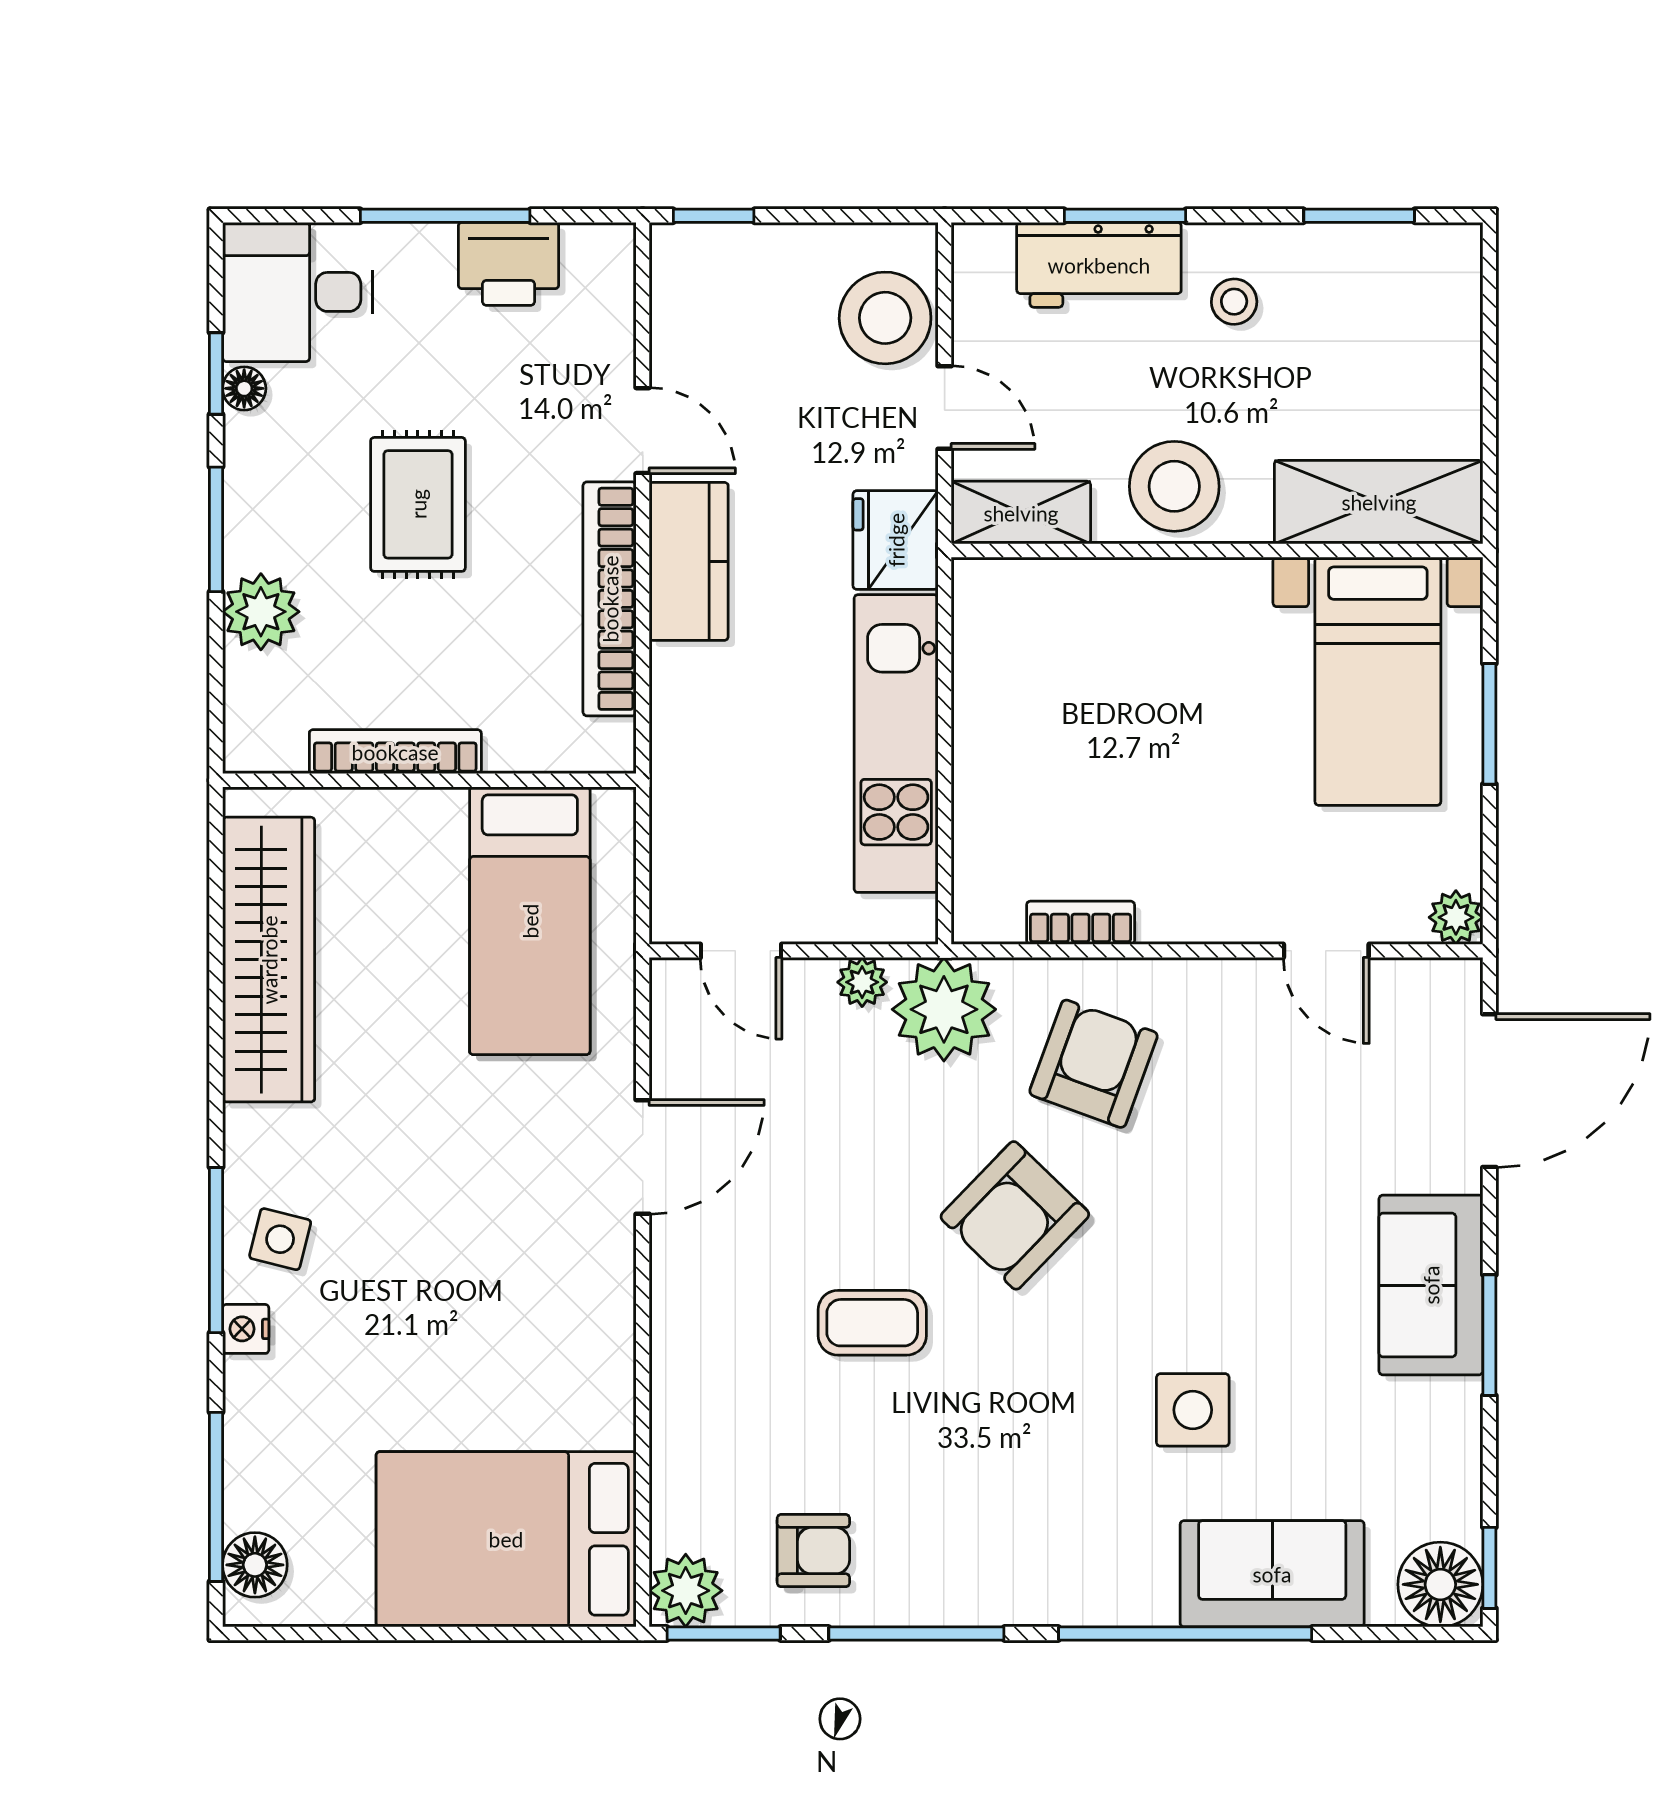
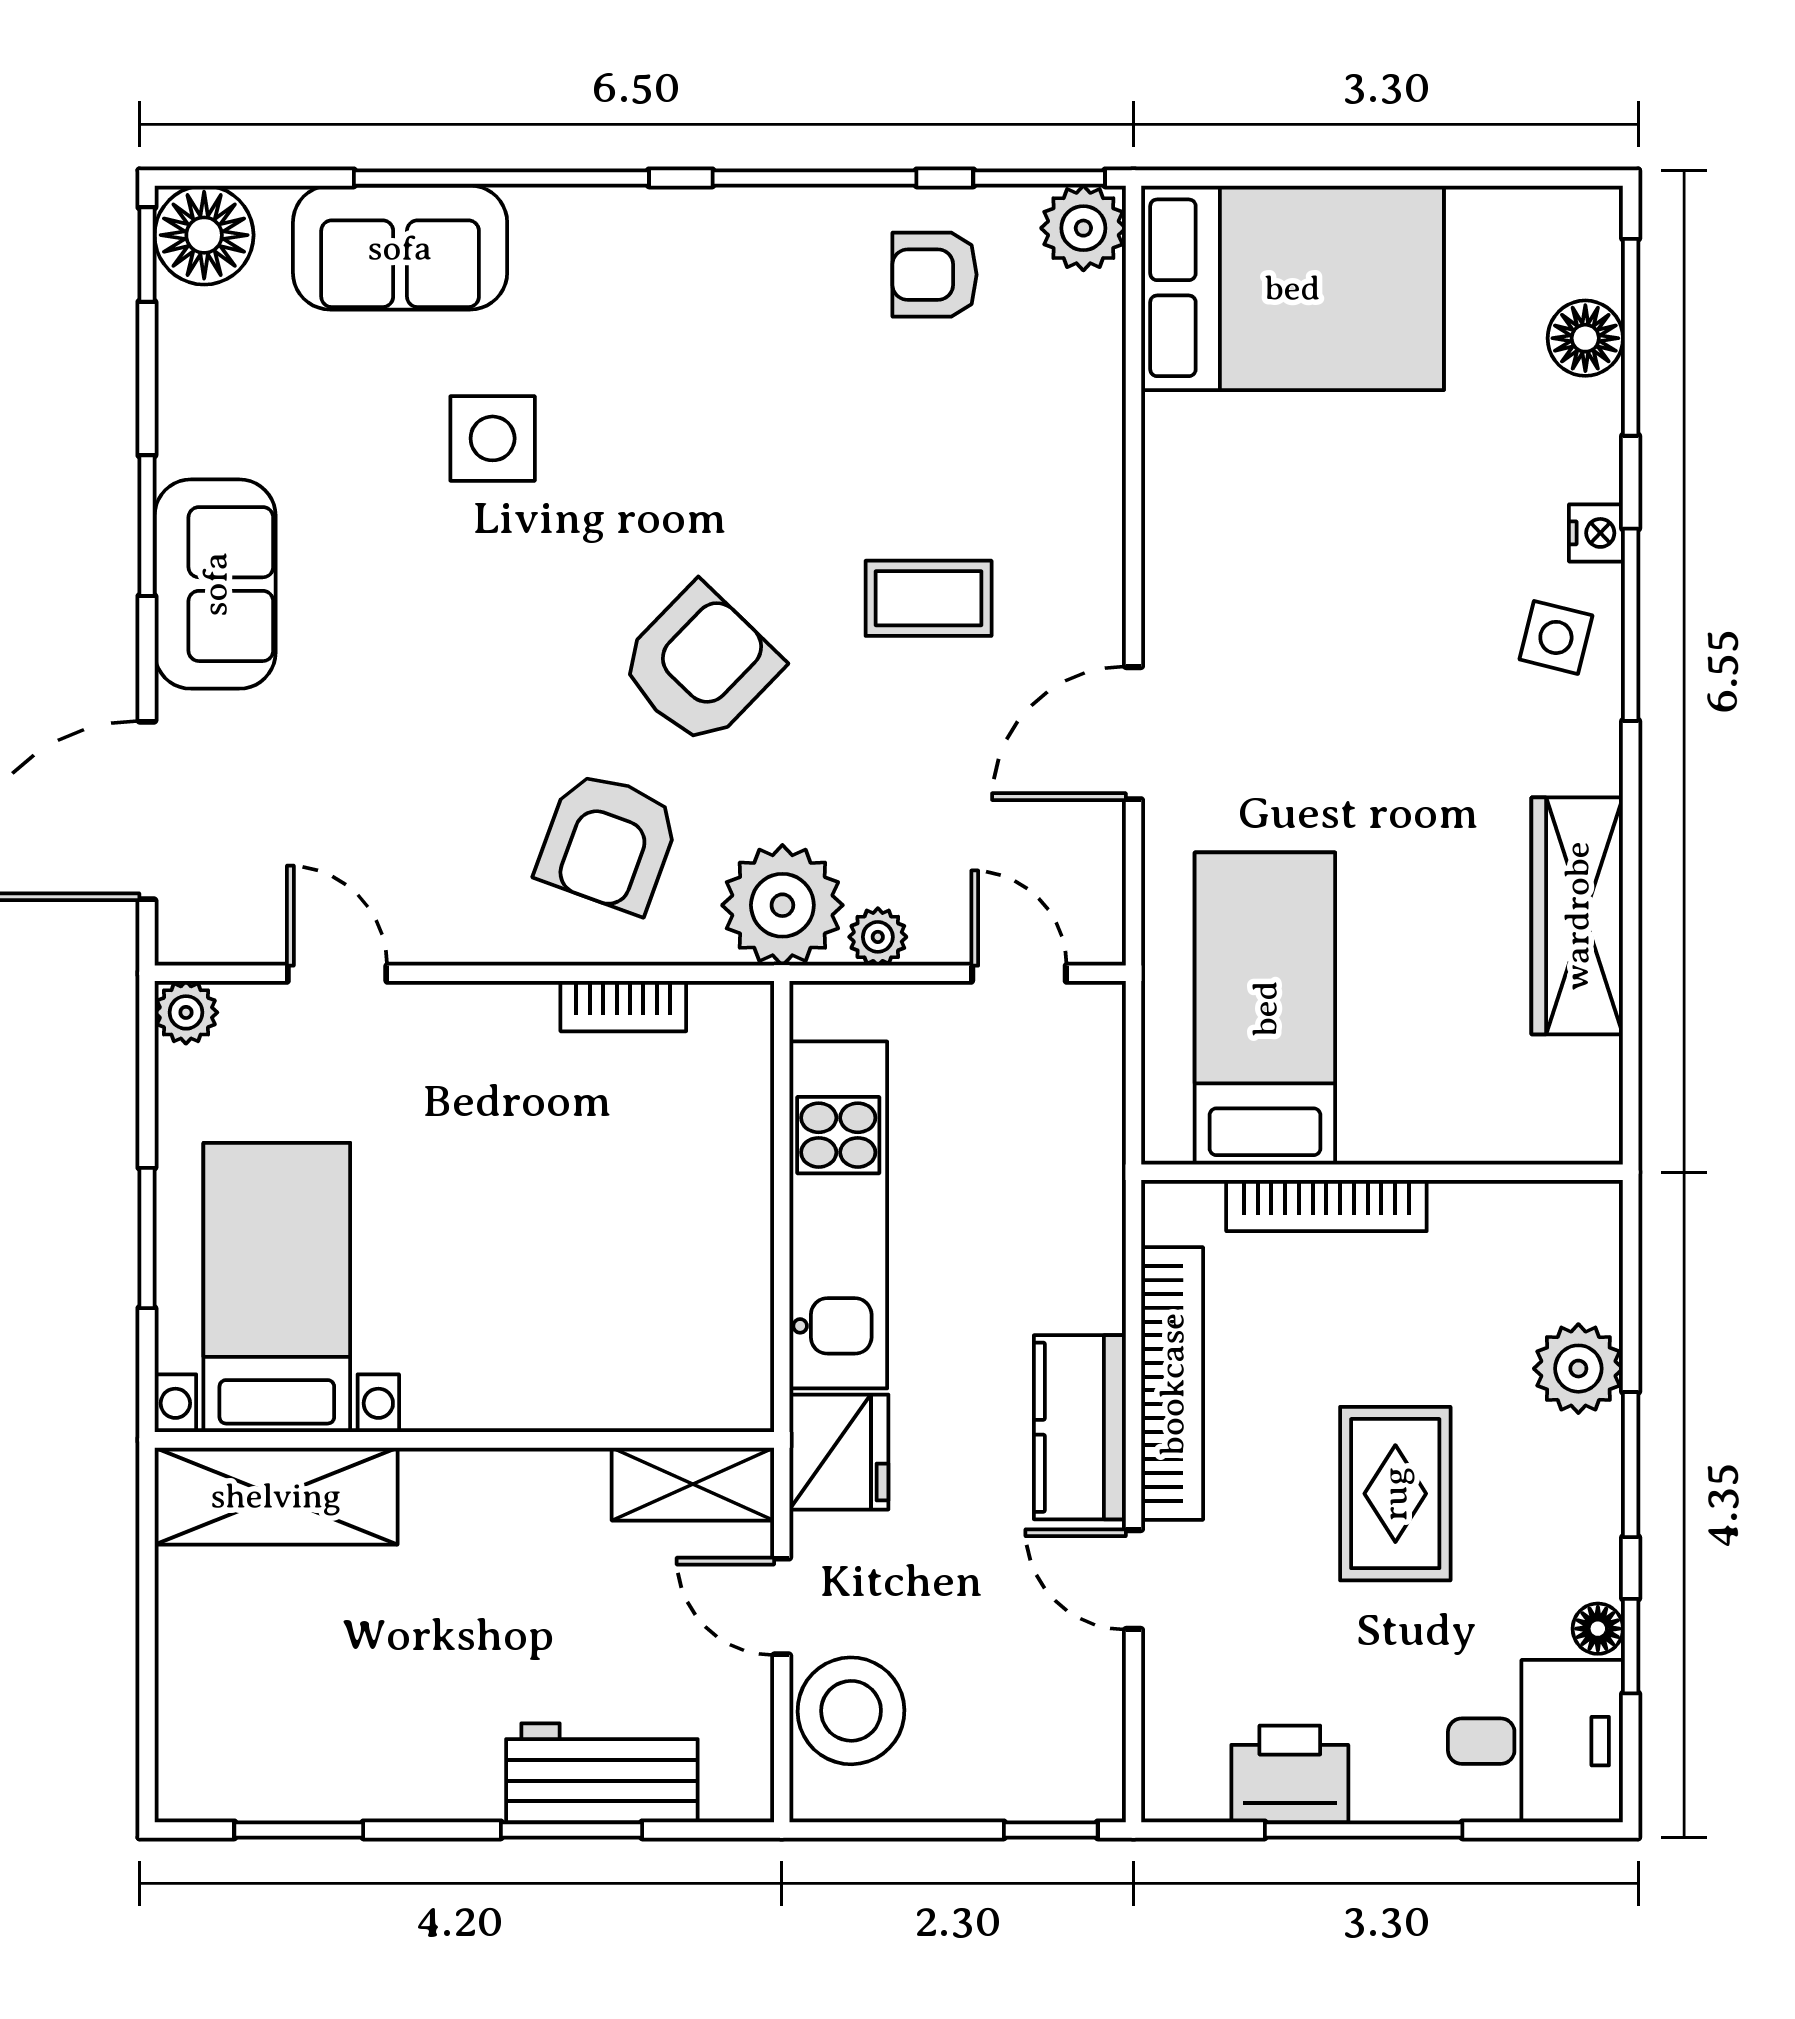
stool: (1234, 302) -> (444, 1730), removed
stool: (1174, 486) -> (514, 1515), removed
bookcase: (395, 752) -> (1326, 1206), moved
wardrobe: (269, 960) -> (1577, 916), width x0.71, depth x0.85
coffee table: (872, 1323) -> (929, 598), moved
floor lamp: (255, 1565) -> (1585, 338), moved

